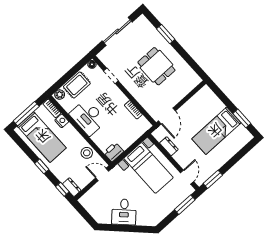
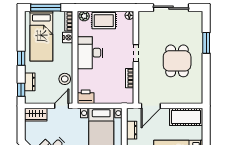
doorway: (111, 76) -> (136, 53), moved
cot: (200, 101) -> (186, 117), added
door: (102, 174) -> (62, 106), hinge flipped
dresser: (72, 187) -> (30, 82), moved
wardrobe: (89, 198) -> (36, 115), added

